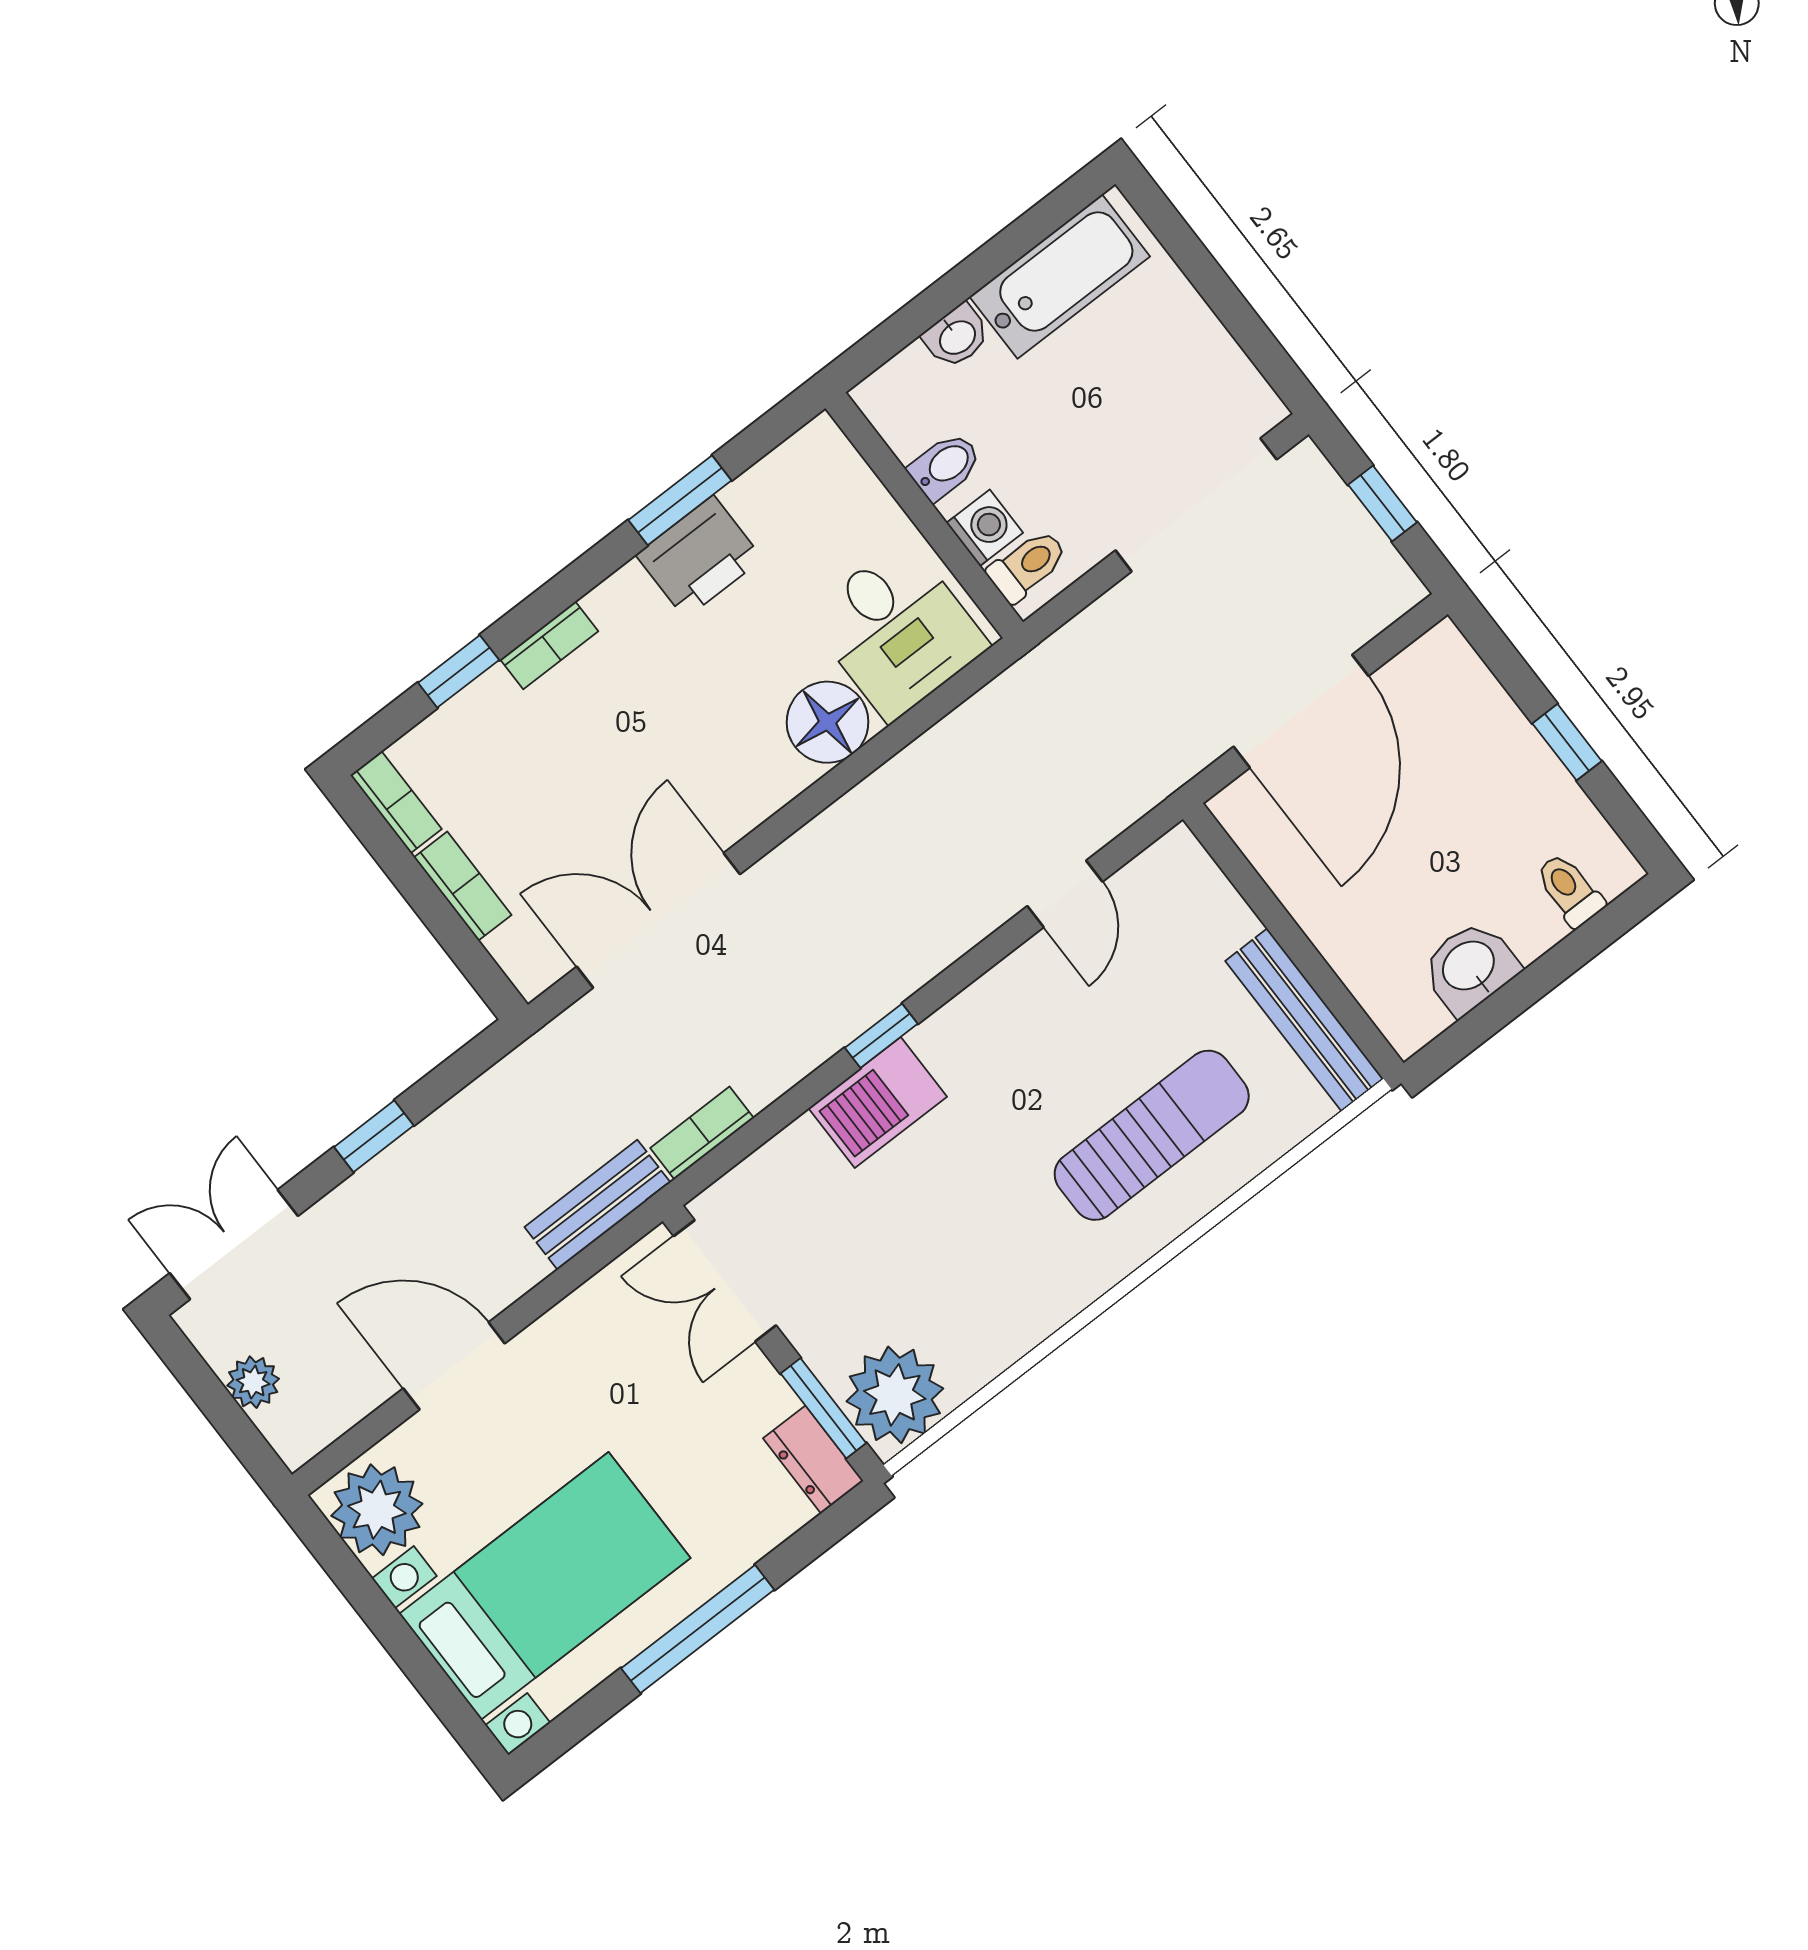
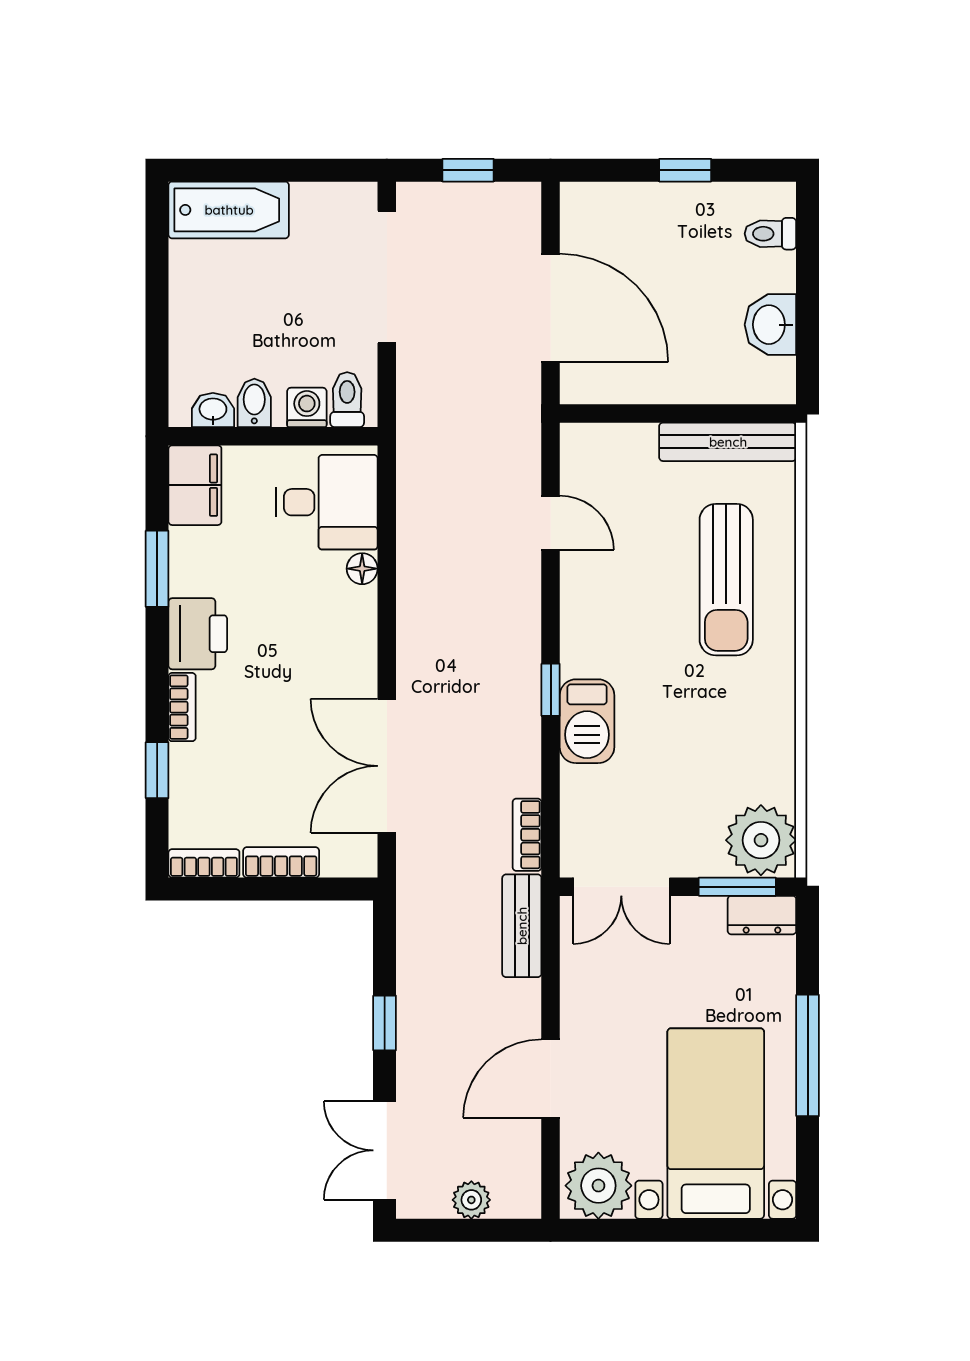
bathtub: (1060, 277) -> (229, 210), moved, turned 90
washbasin: (957, 336) -> (213, 410), moved, turned -90
filing cabinet: (804, 471) -> (195, 485), added
printer: (699, 557) -> (198, 634), moved
floor lamp: (828, 722) -> (362, 569), width x0.53, depth x0.53
sun lounger: (1152, 1135) -> (726, 580), turned 180

